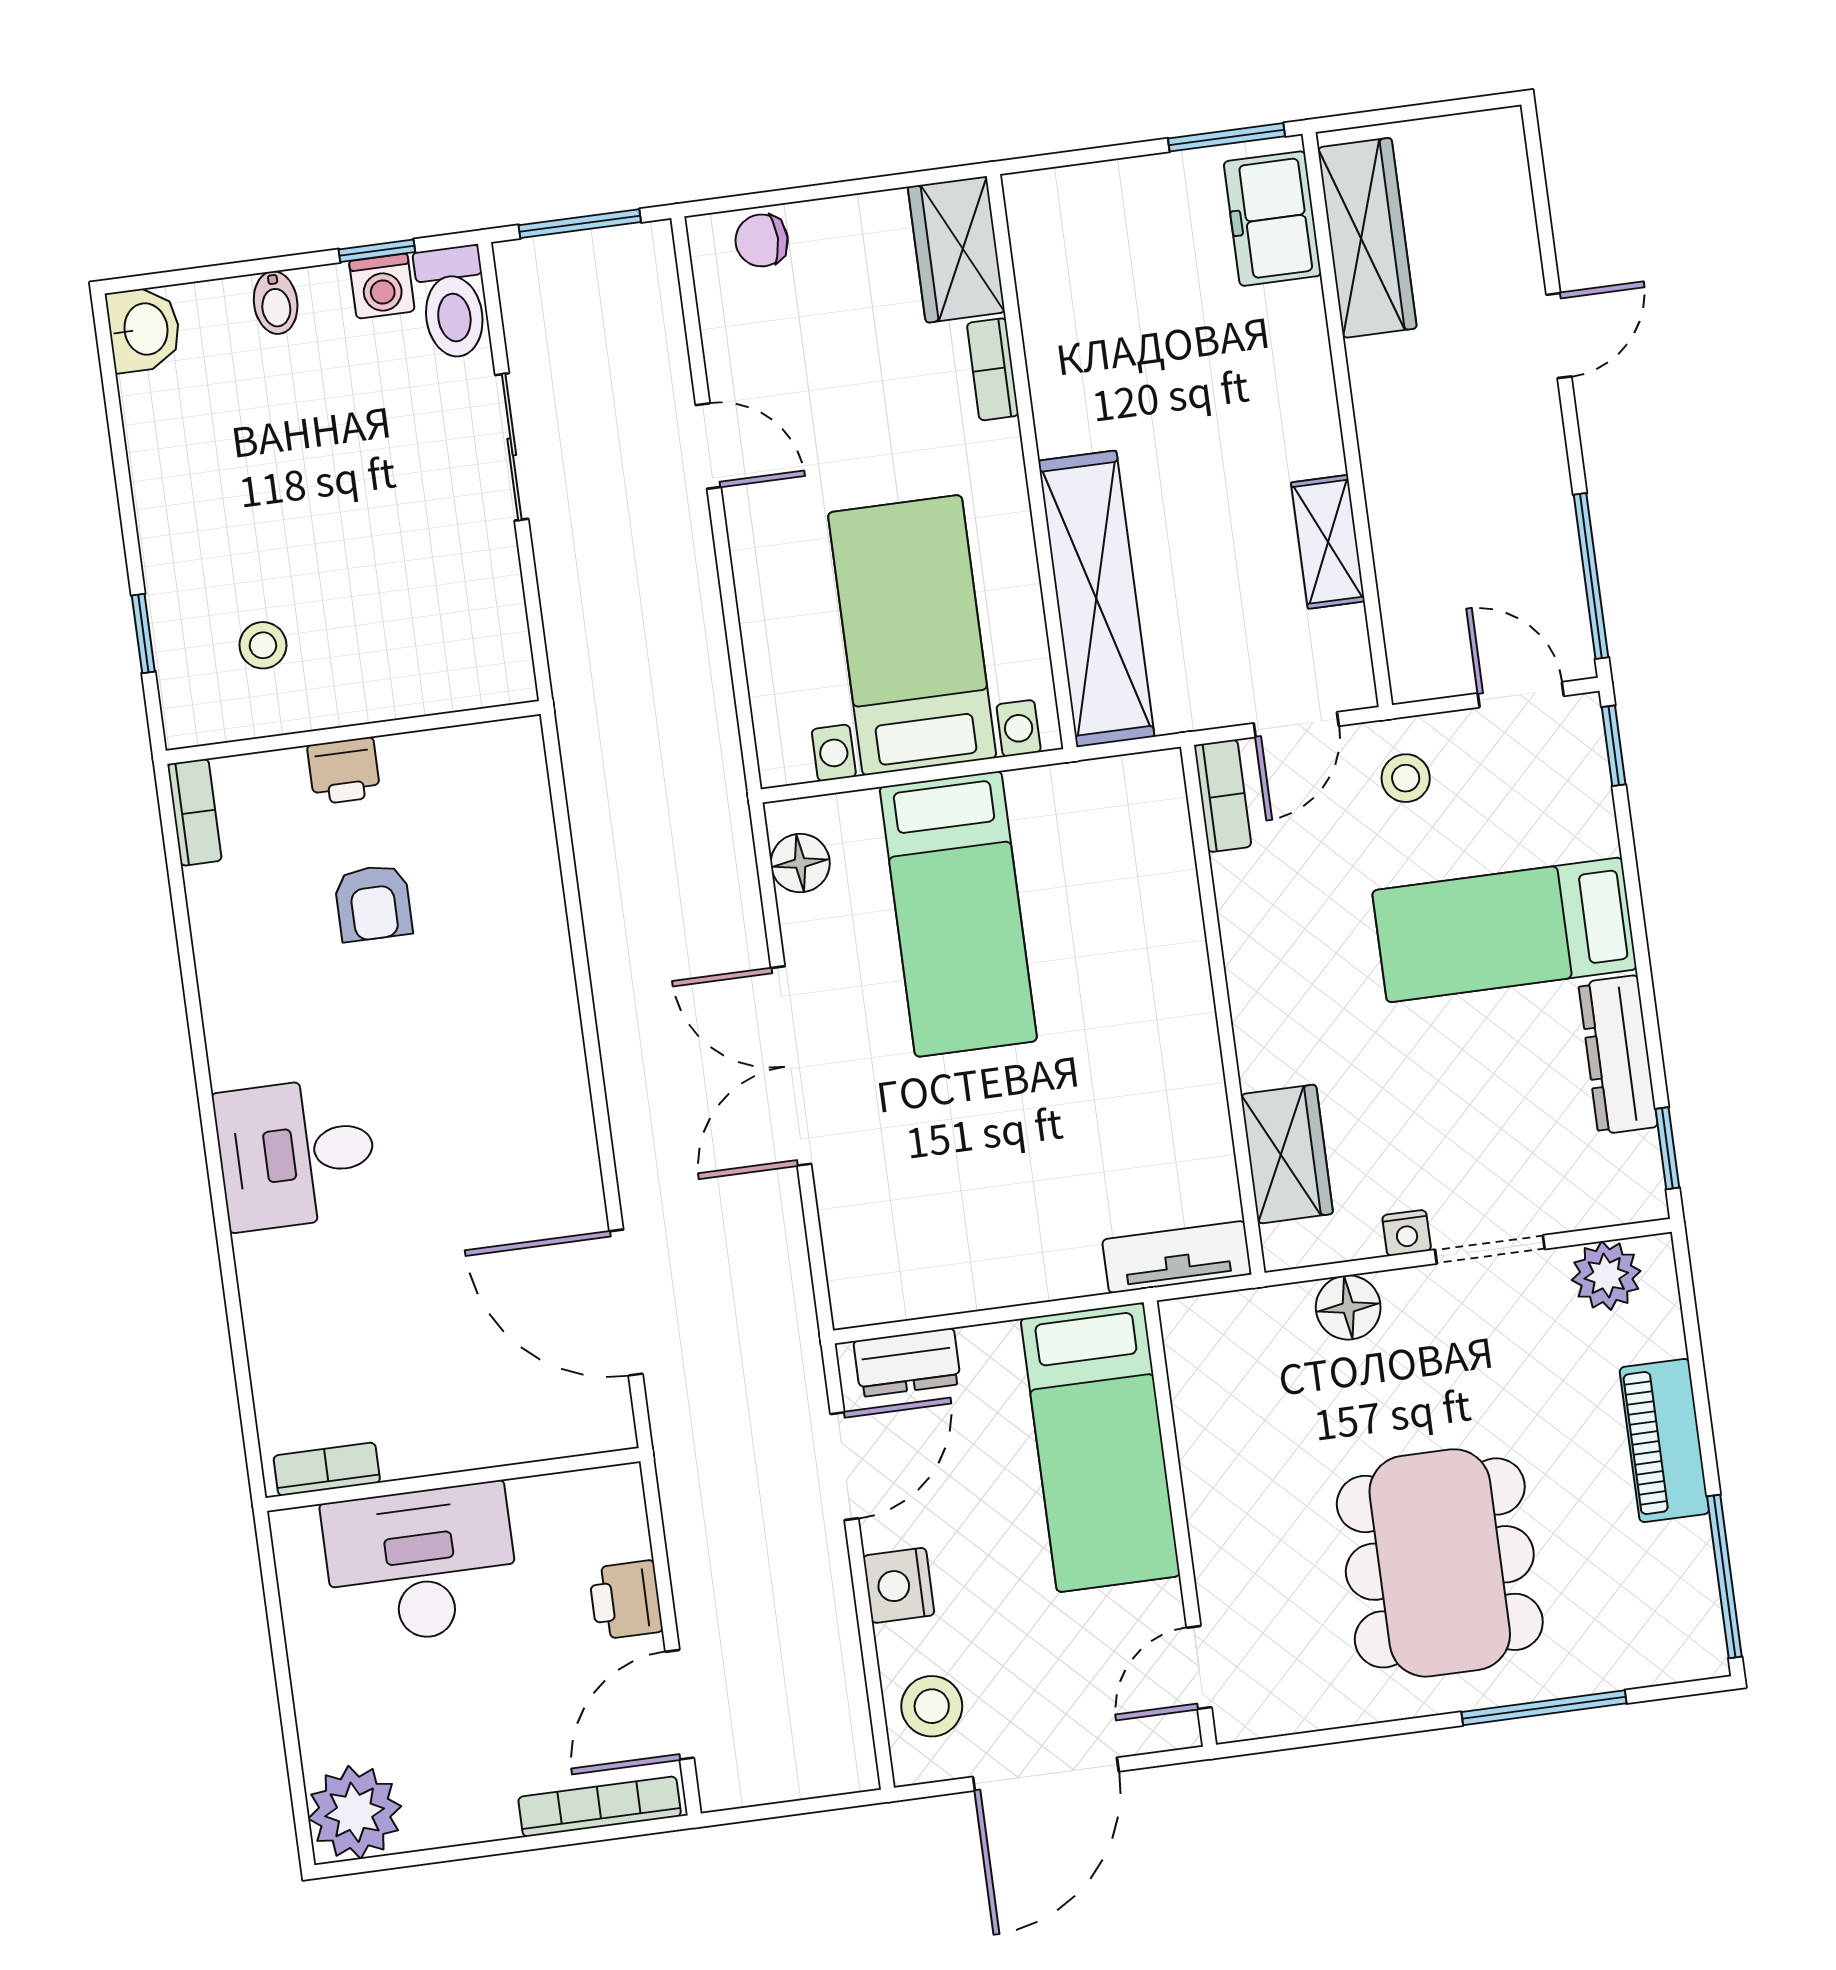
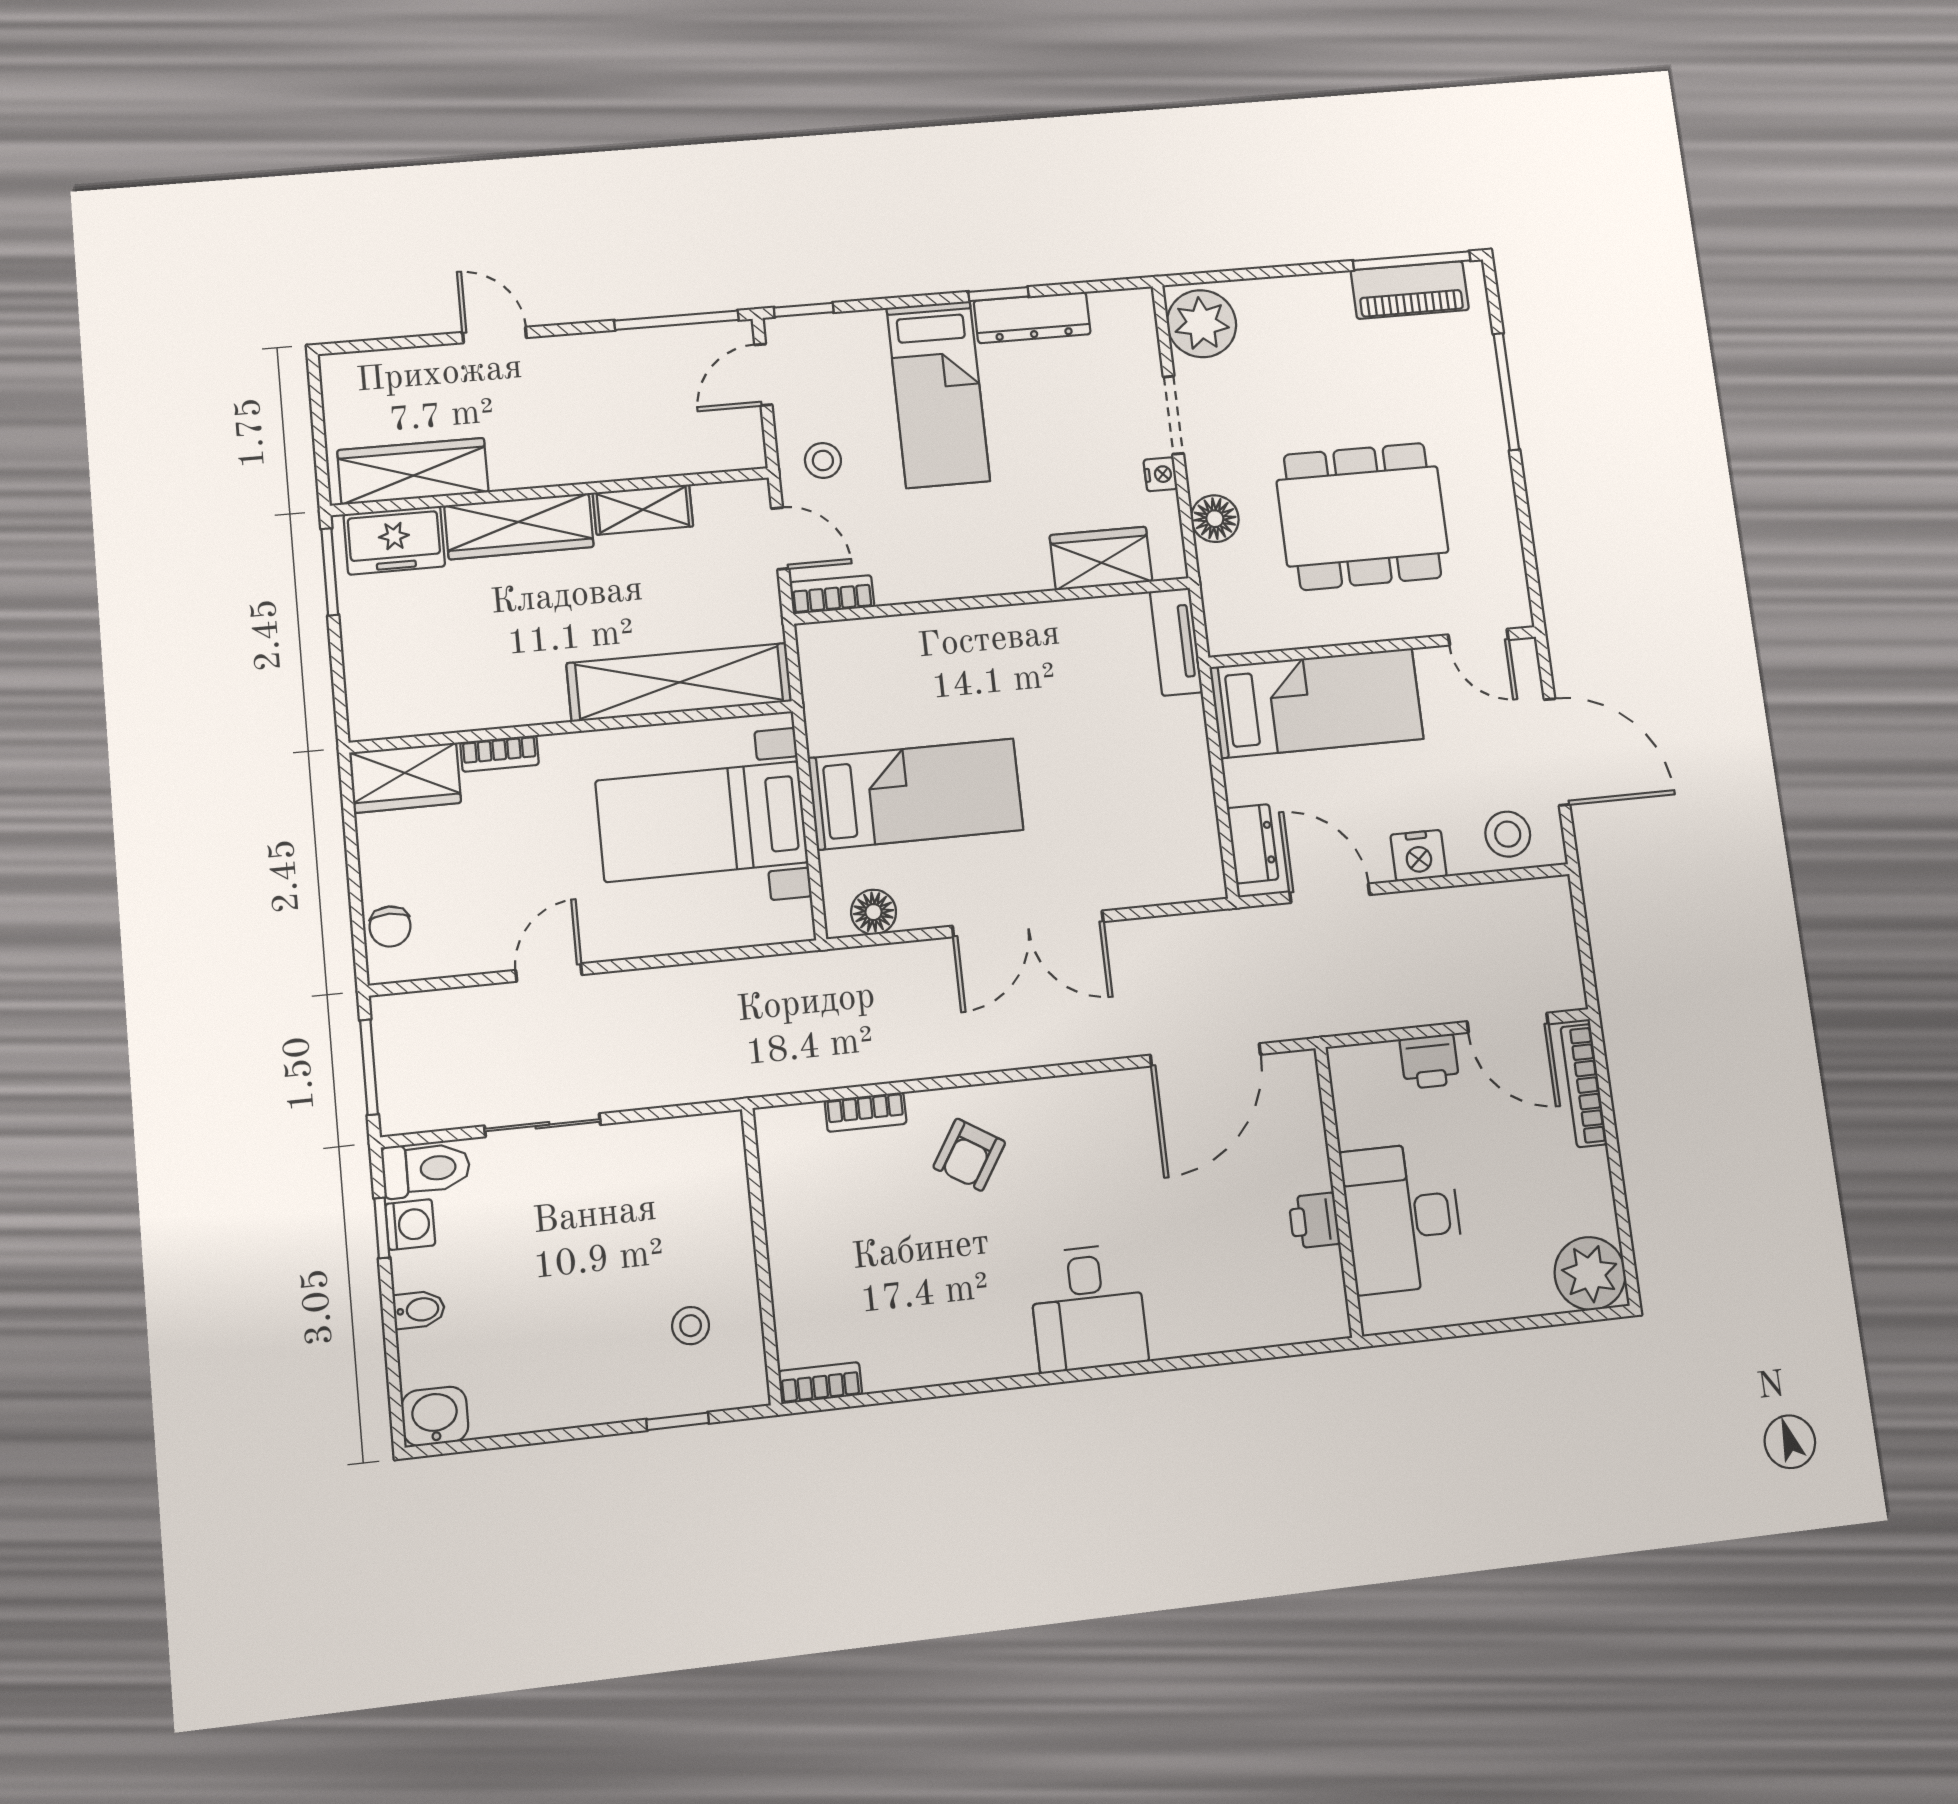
wardrobe: (1298, 380) -> (519, 526), added
printer: (344, 771) -> (1314, 1220), moved, turned 180
armchair: (373, 903) -> (969, 1155), moved, turned 122
window: (1667, 1148) -> (999, 294), moved
plant: (1606, 1276) -> (1202, 324), width x1.36, depth x1.36
piano: (1664, 1441) -> (1410, 290), moved
bookcase: (327, 1469) -> (866, 1112), moved, turned -90
dining table: (1440, 1563) -> (1362, 516), moved

